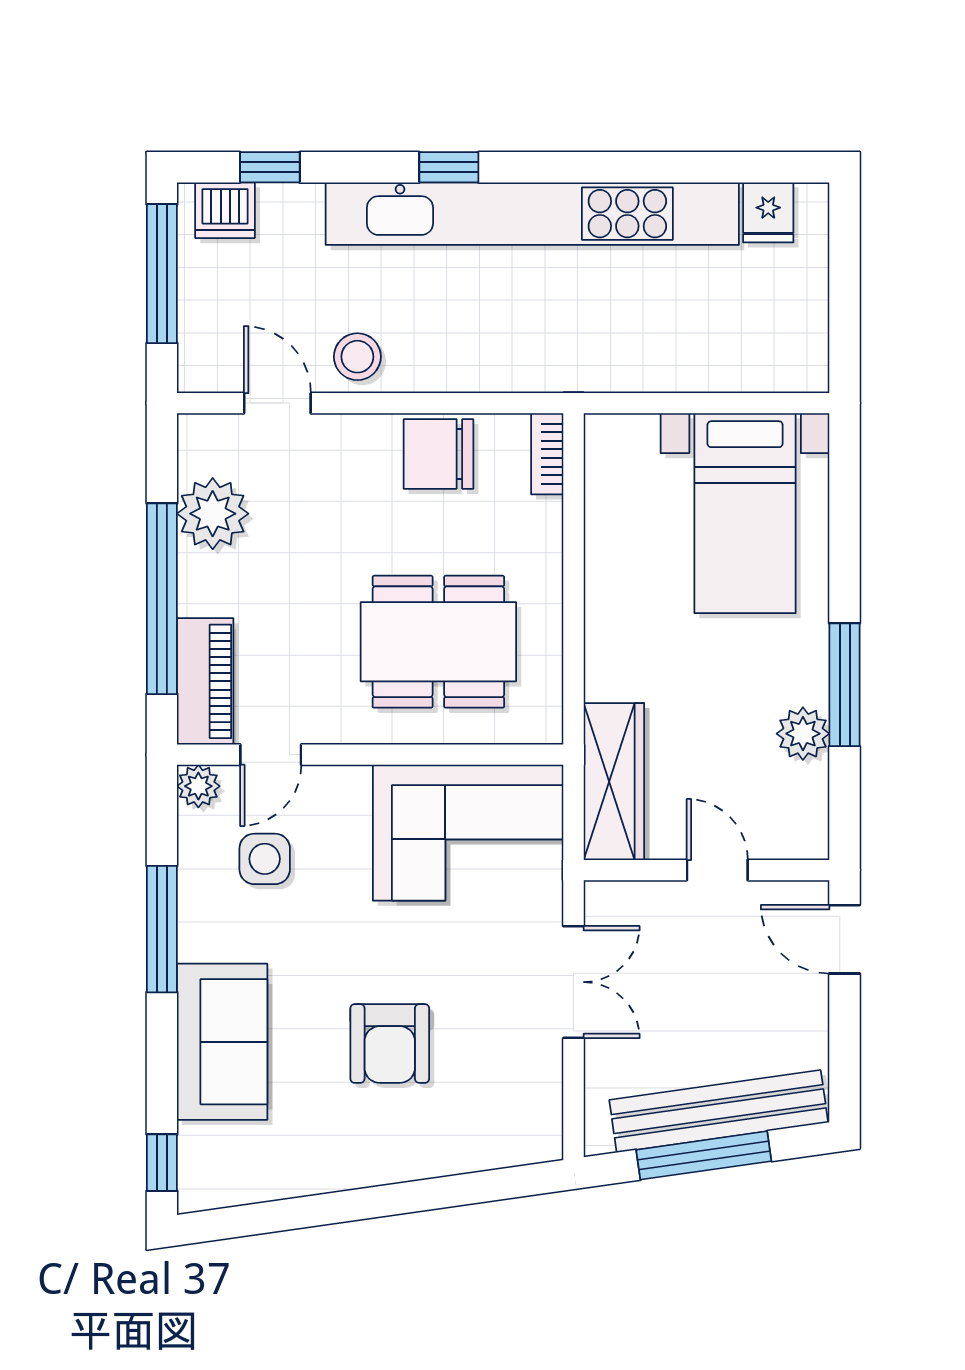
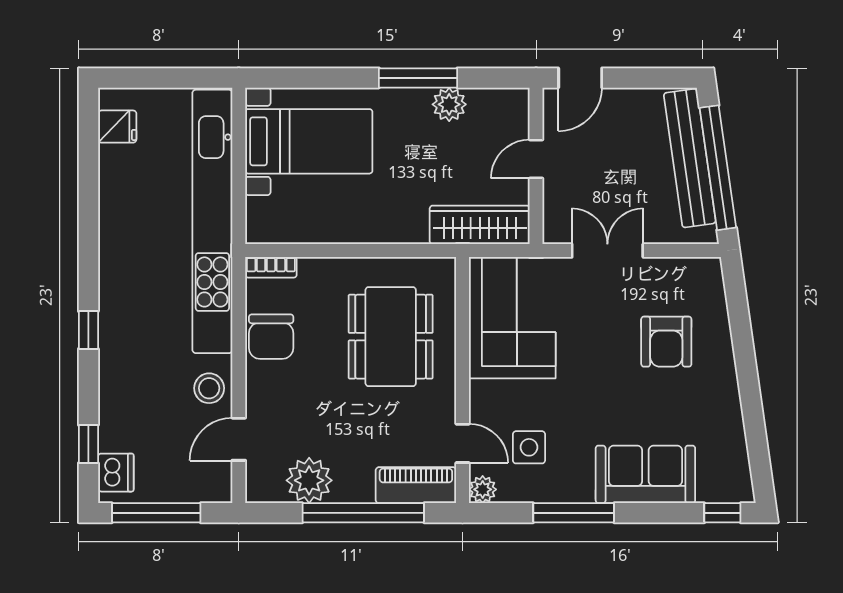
kitchen unit: (532, 214) -> (212, 221), moved, turned 180
armchair: (390, 1044) -> (666, 342), moved, turned 90
window: (704, 1155) -> (718, 168), width x1.46

